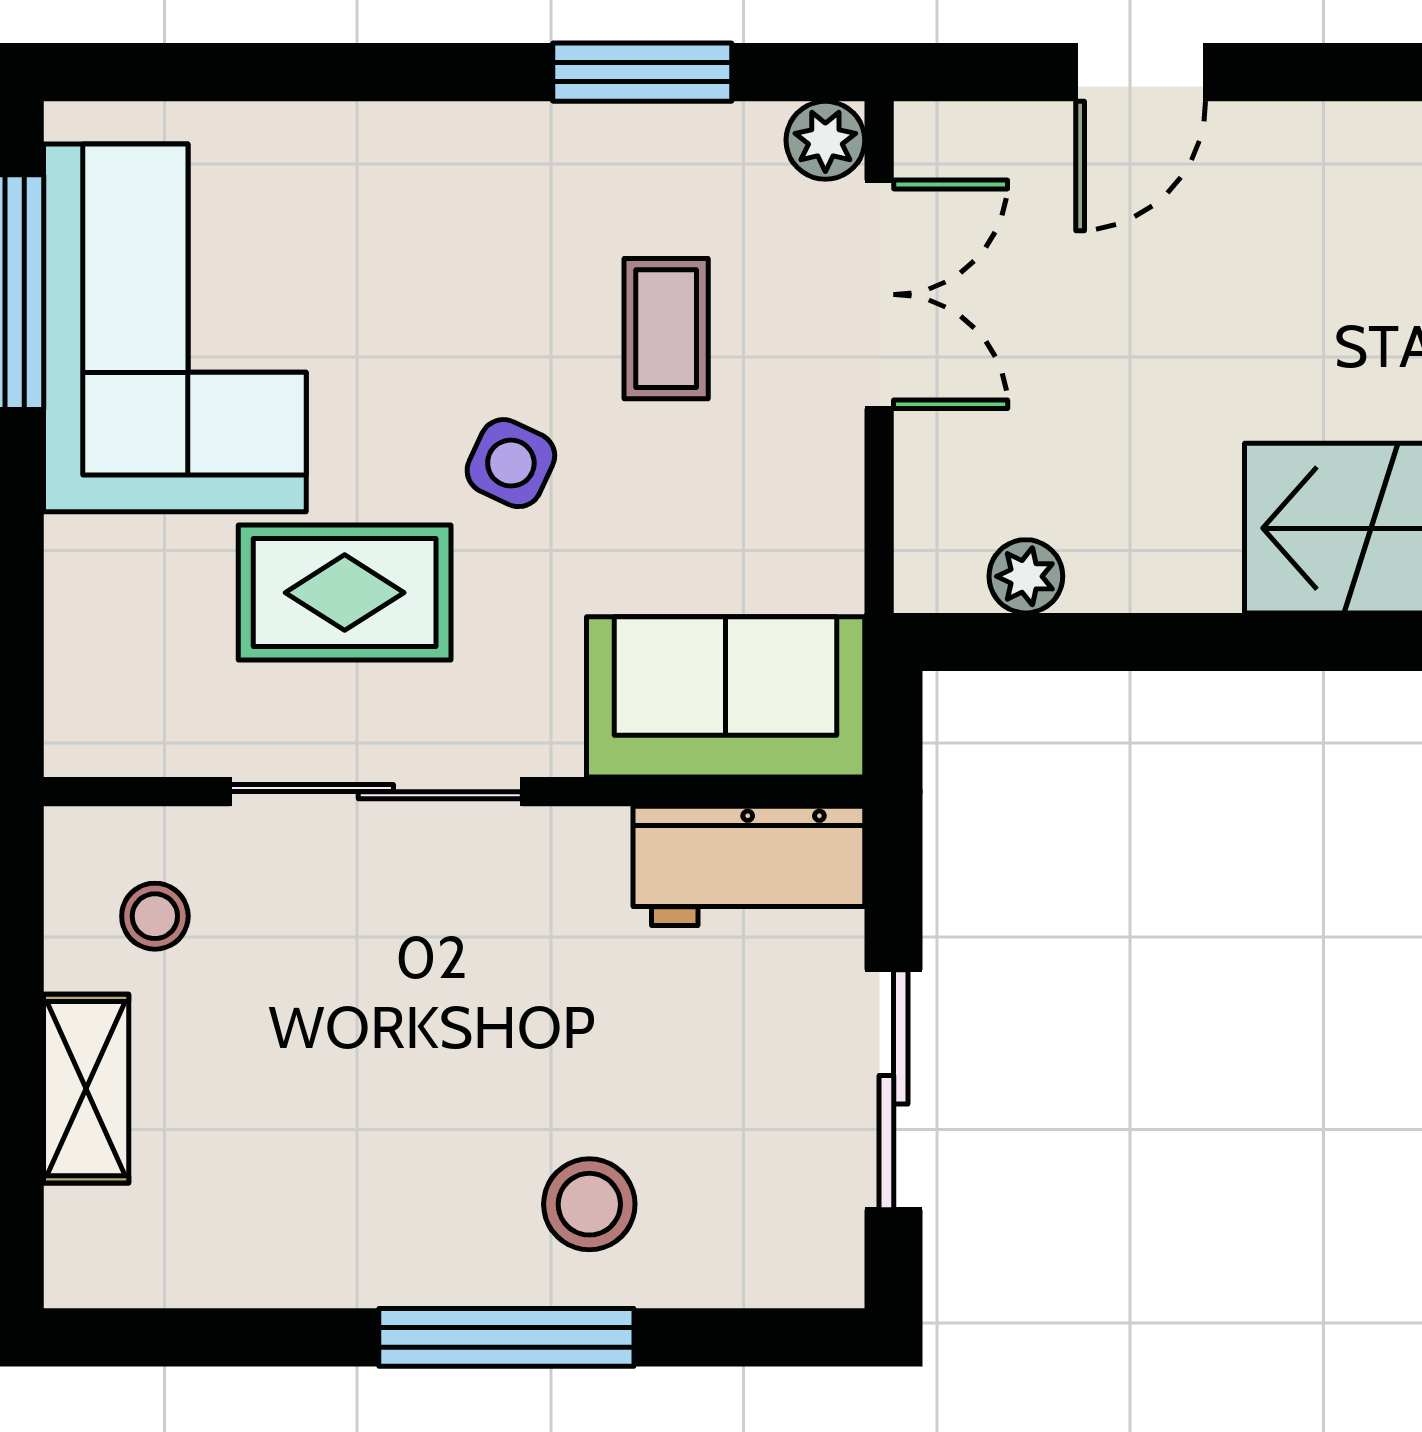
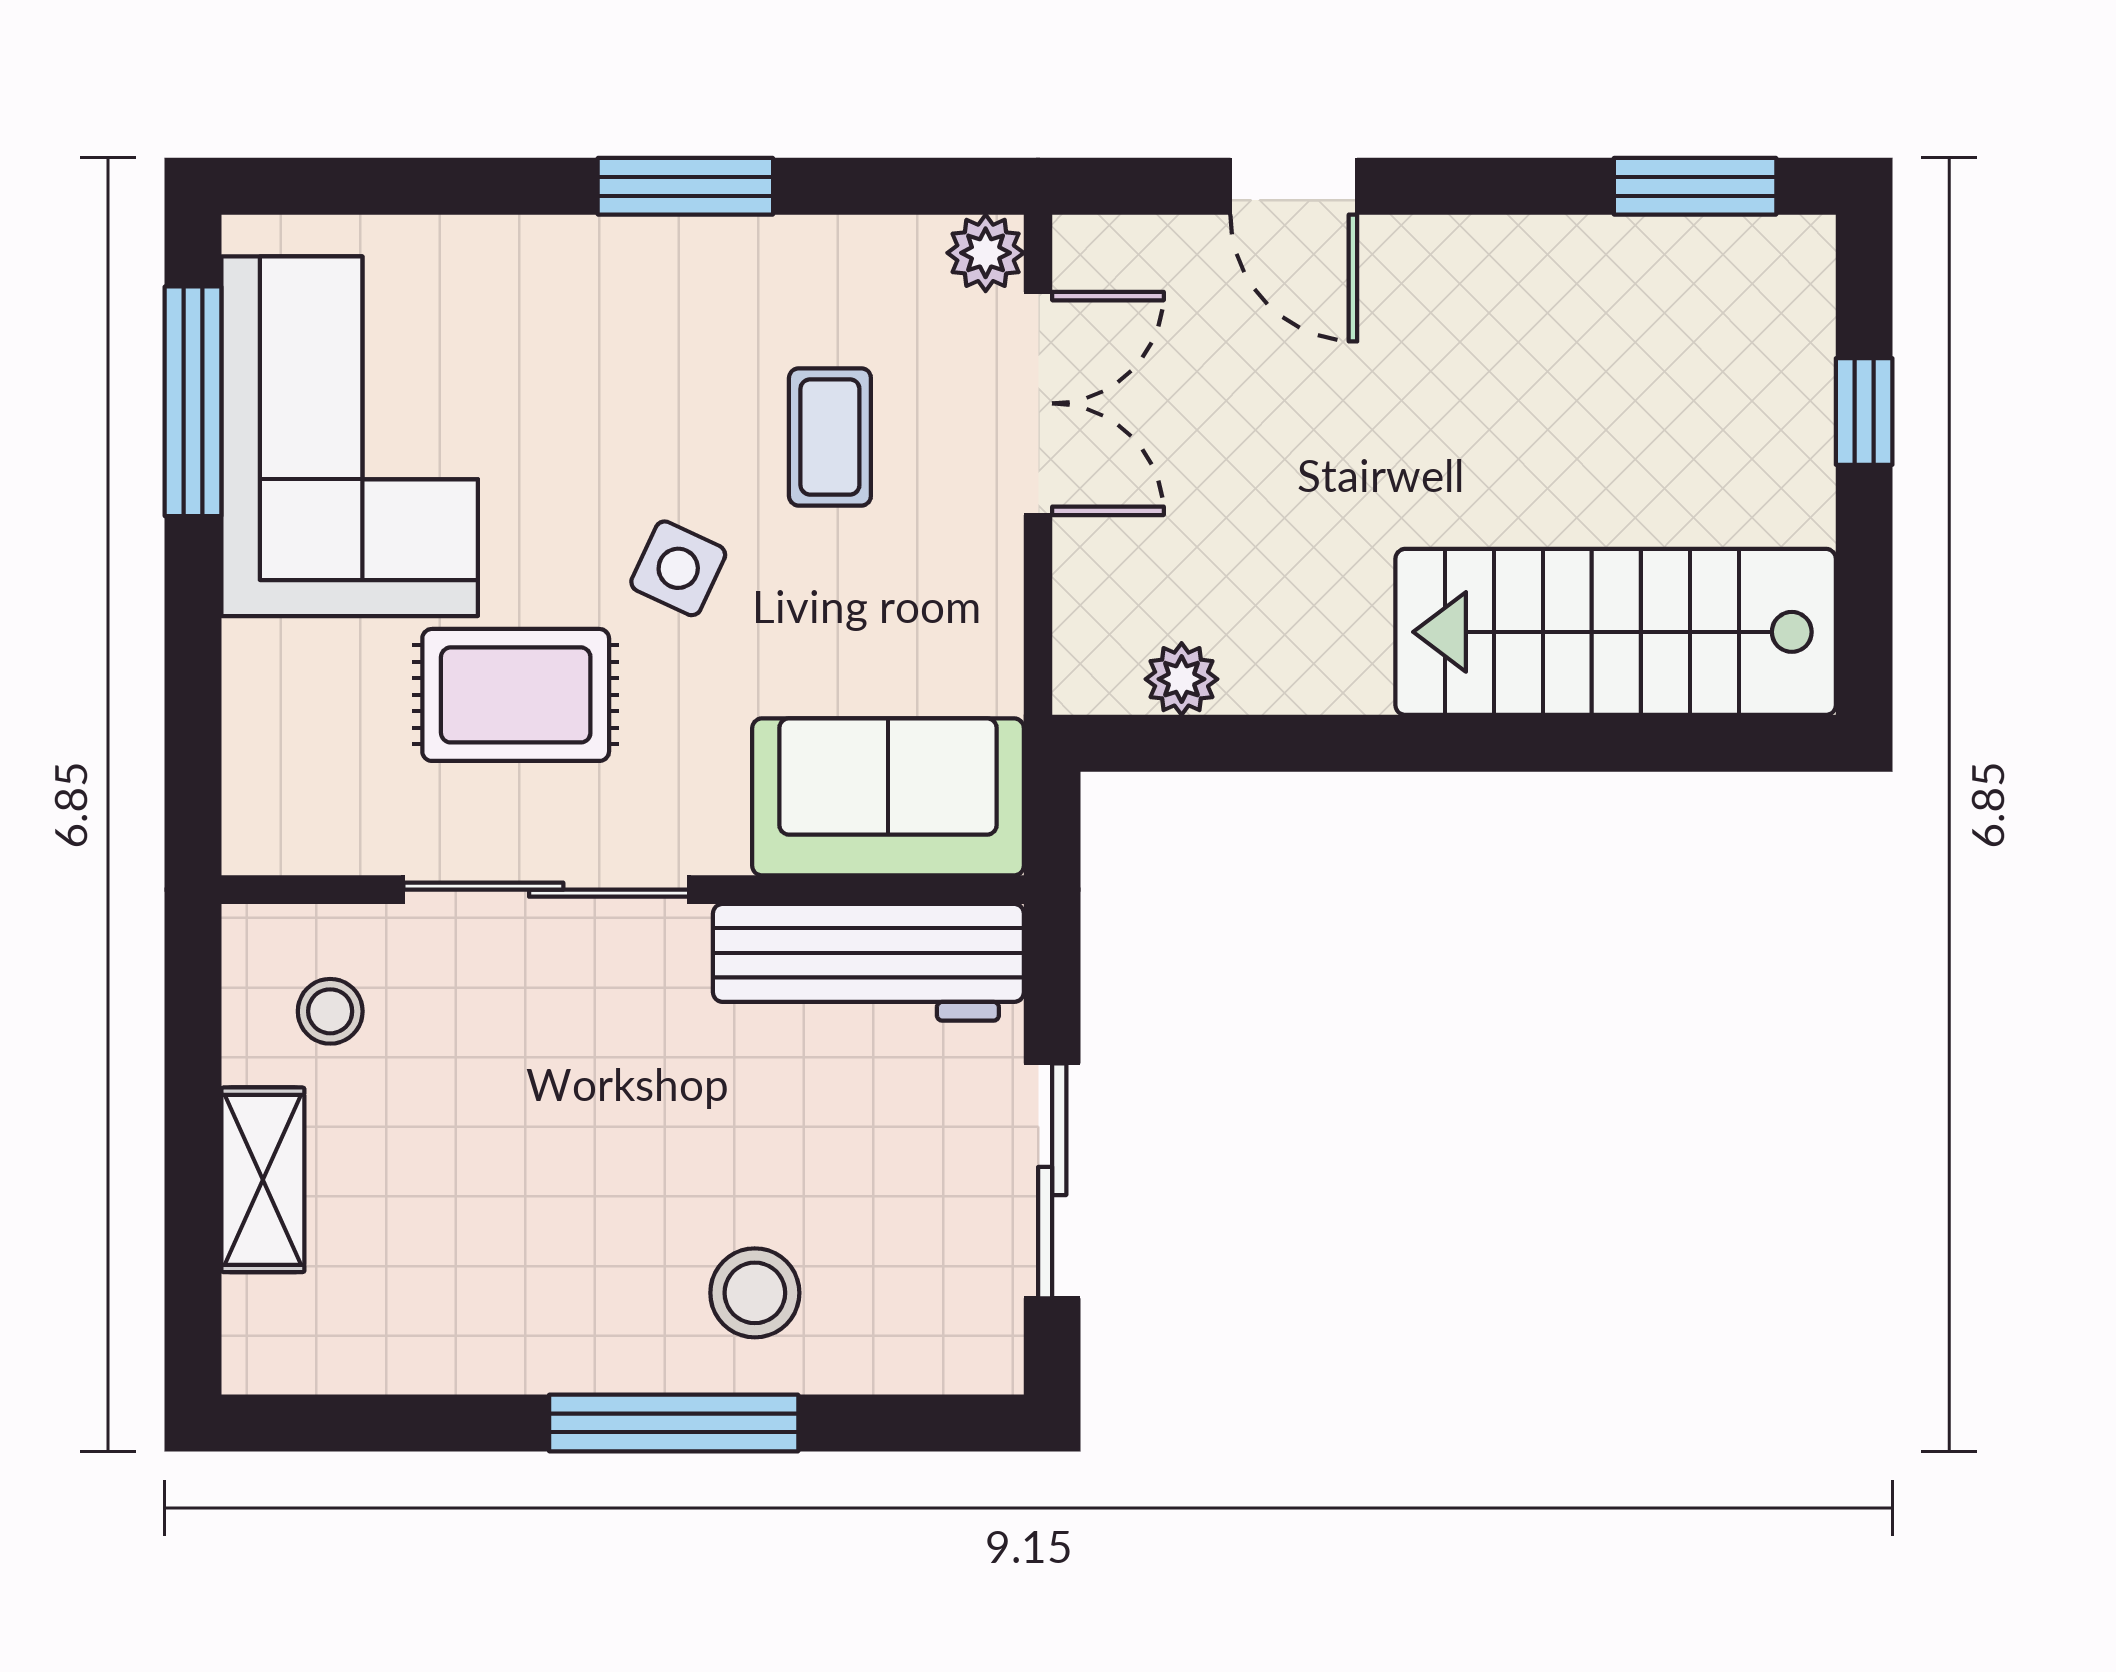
window: (642, 72) -> (685, 186), moved
door: (1141, 72) -> (1294, 186), hinge flipped
workbench: (749, 866) -> (868, 962), width x1.38

